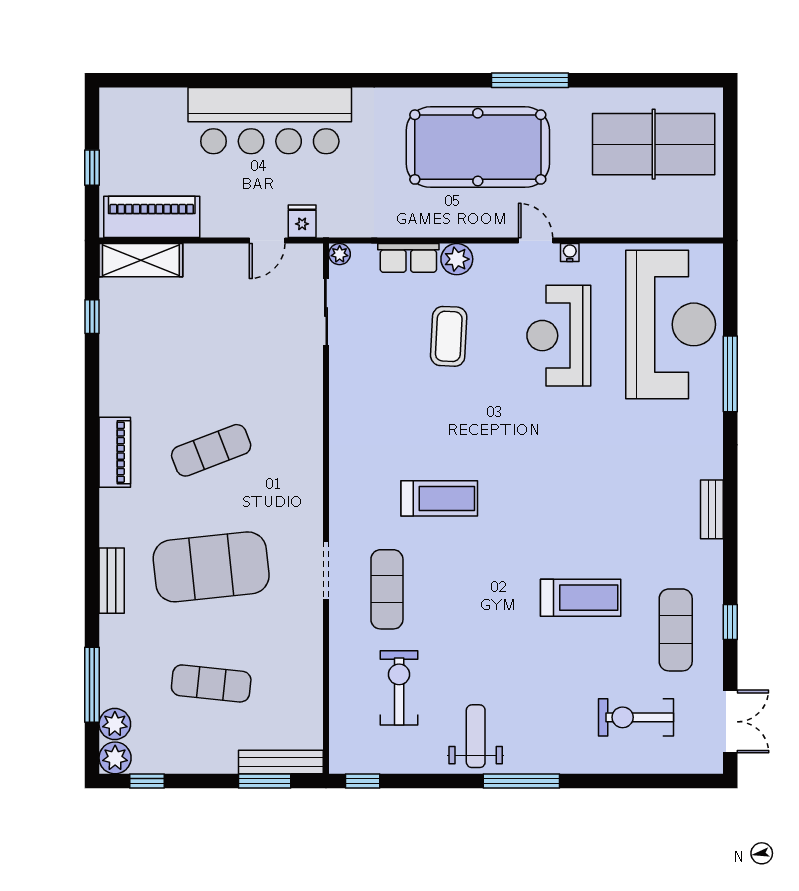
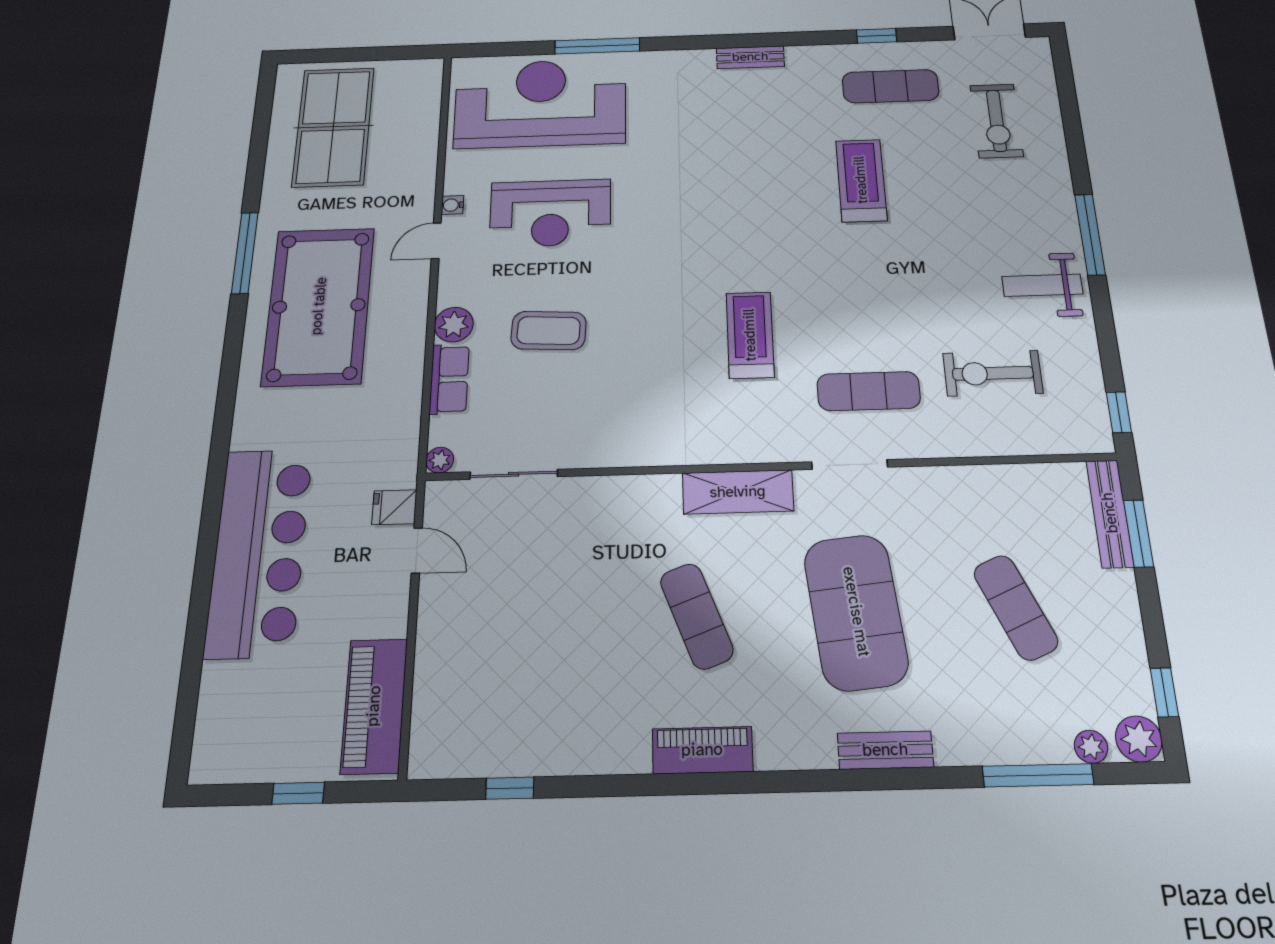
shelving: (141, 260) -> (738, 492), moved, turned 90
exercise mat: (211, 683) -> (1016, 607), turned -30
plant: (115, 724) -> (1091, 747), width x0.73, depth x0.73

